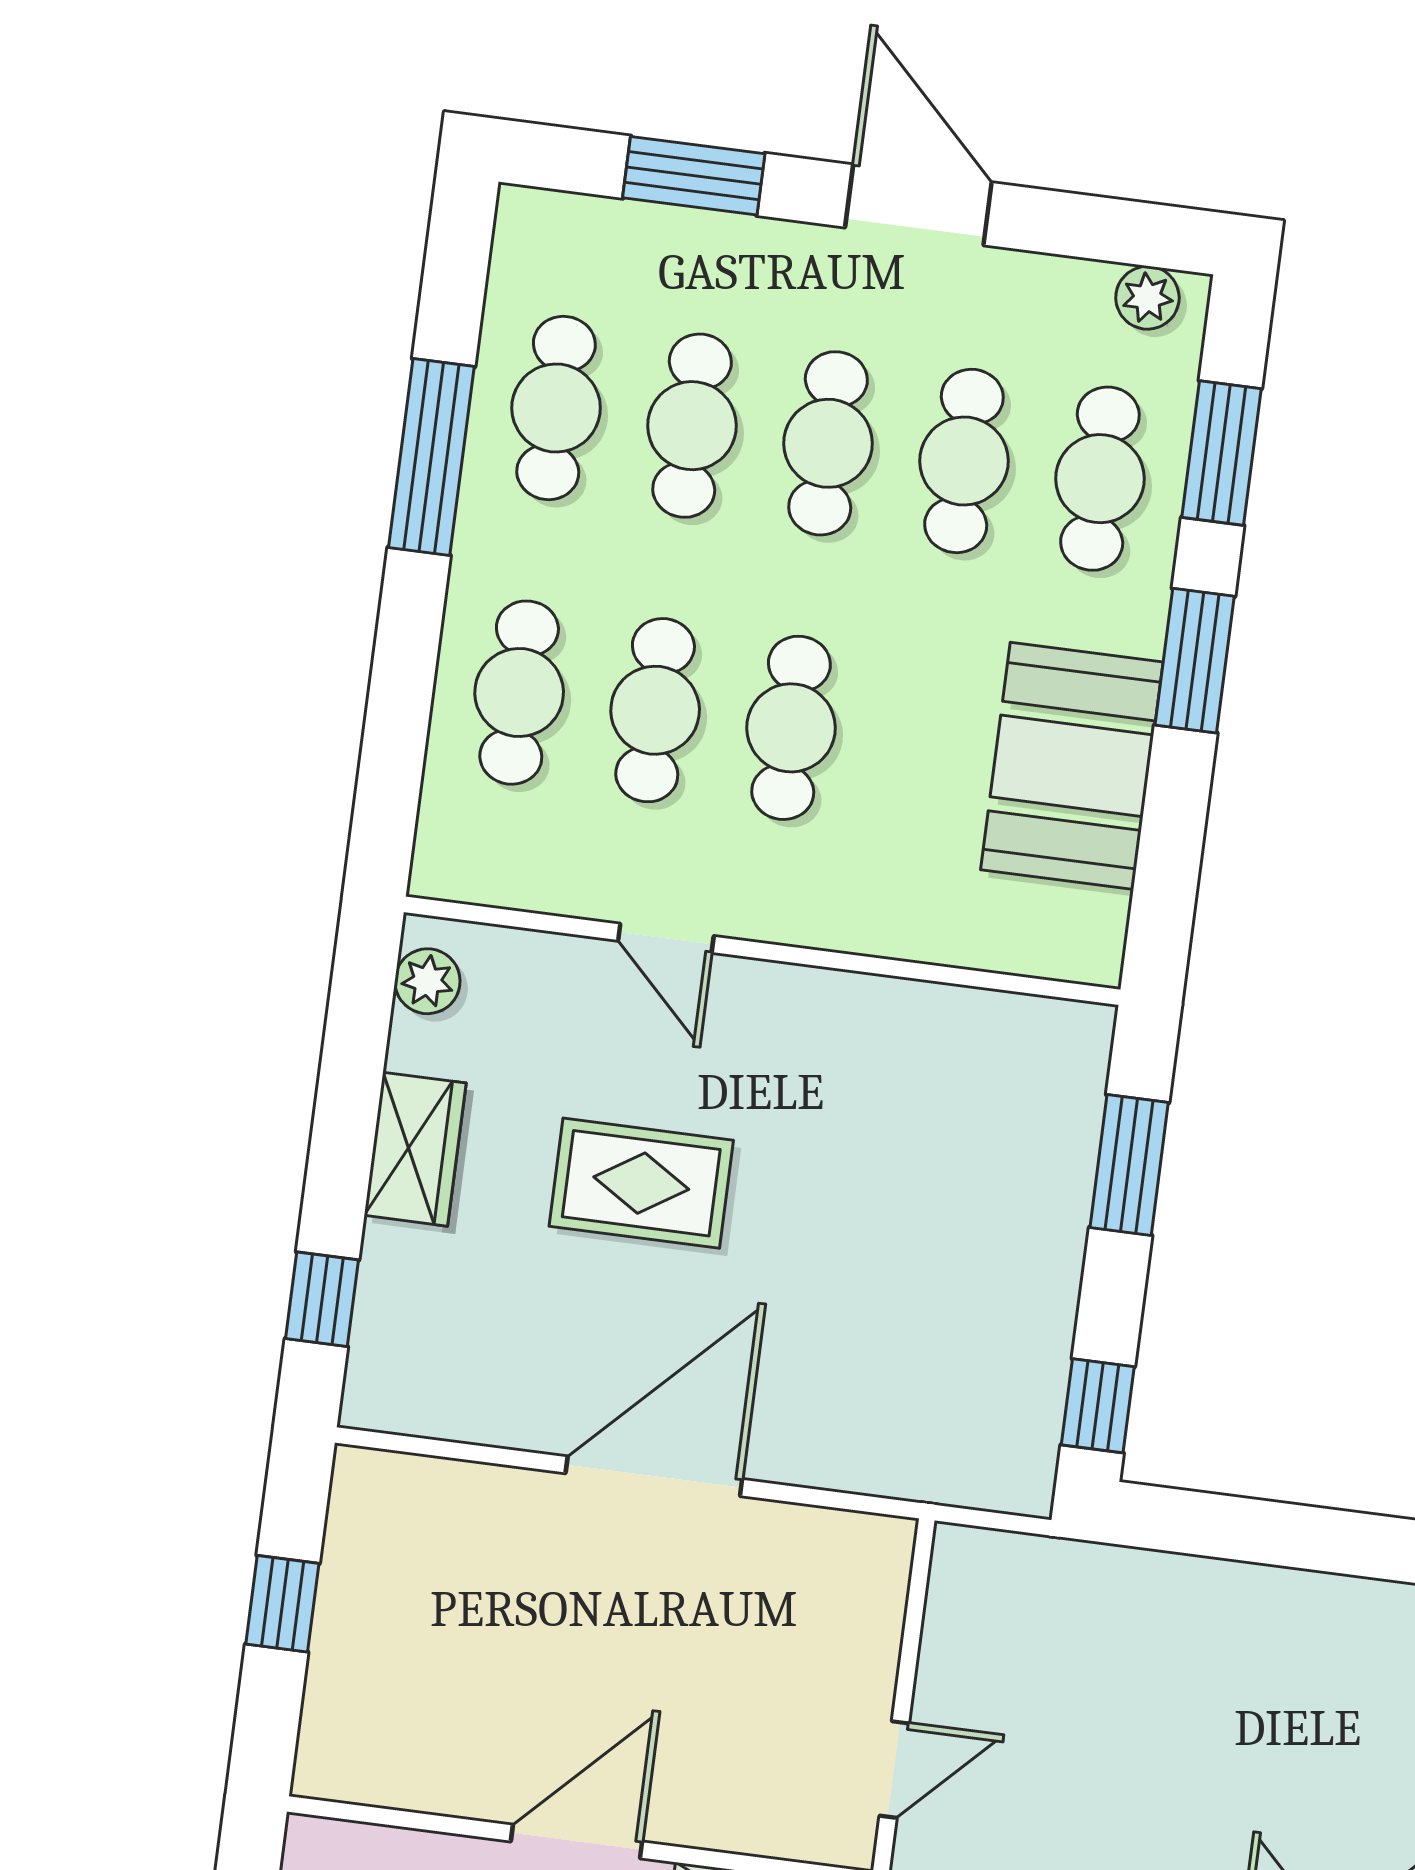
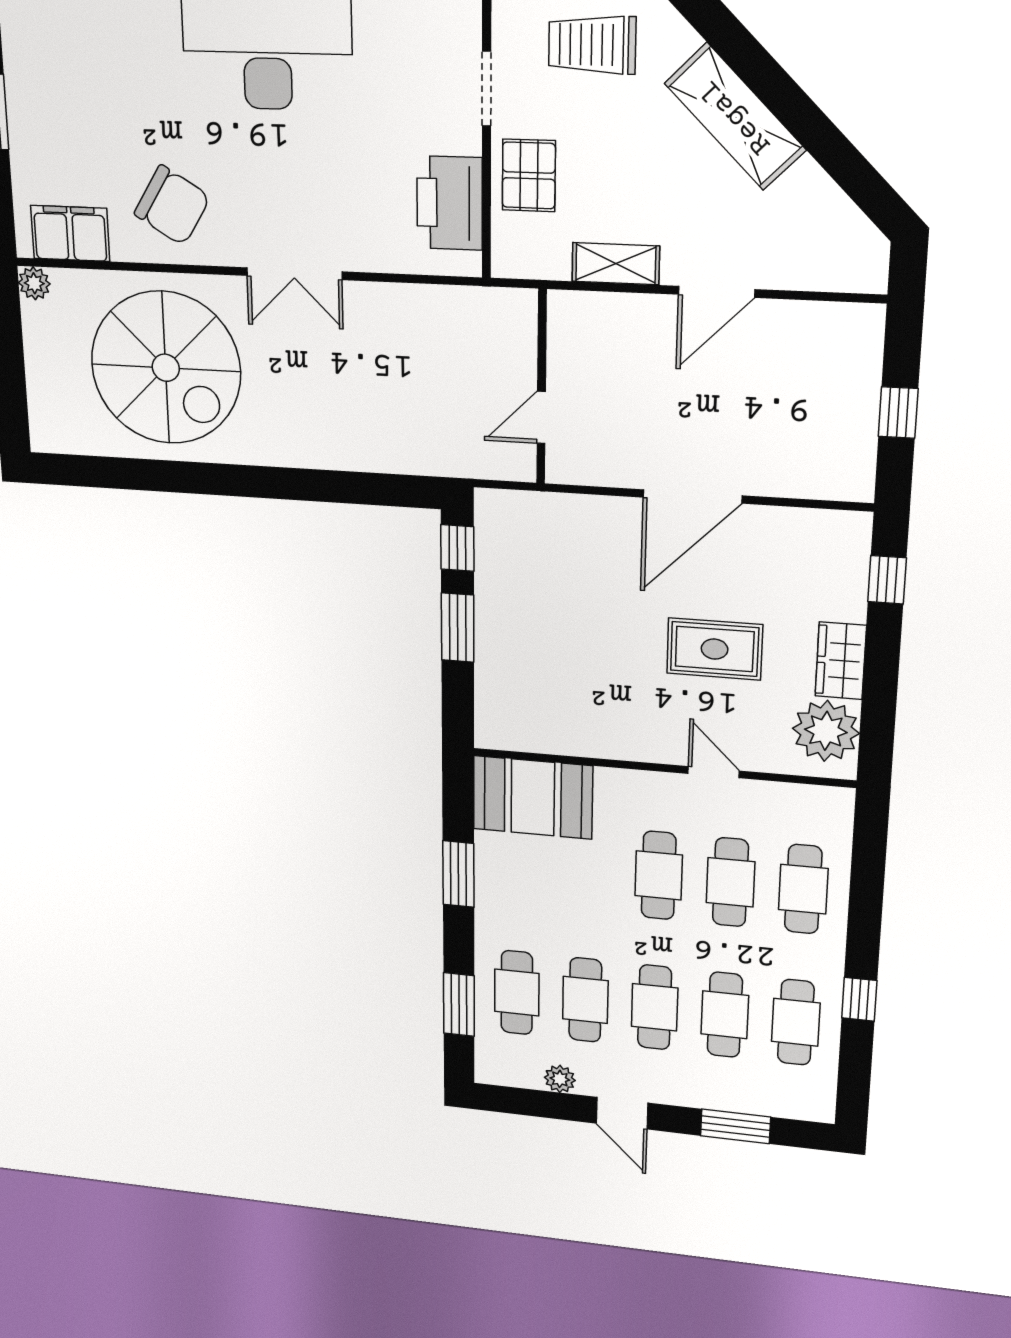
door: (918, 205) -> (622, 1113), width x0.73
plant: (1147, 298) -> (560, 1079), moved
window: (431, 457) -> (859, 999), width x0.46
window: (1195, 661) -> (458, 874), moved
booth: (1072, 766) -> (533, 797), moved, turned 90
plant: (427, 981) -> (826, 731), width x1.87, depth x1.87
window: (1129, 1165) -> (458, 628), moved
door: (894, 1769) -> (541, 418), moved

